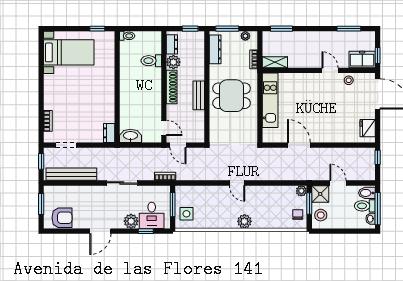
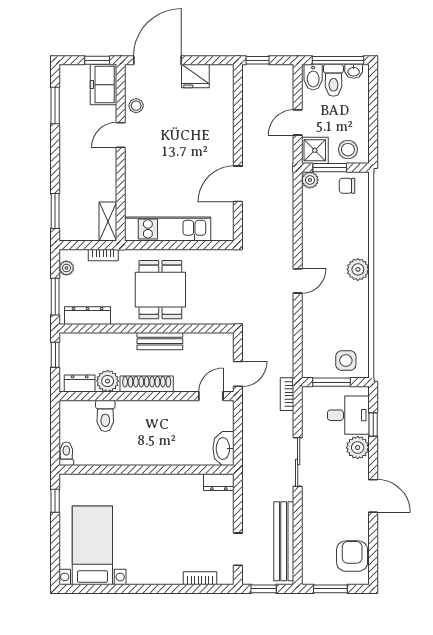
fridge: (368, 128) -> (195, 76), moved

